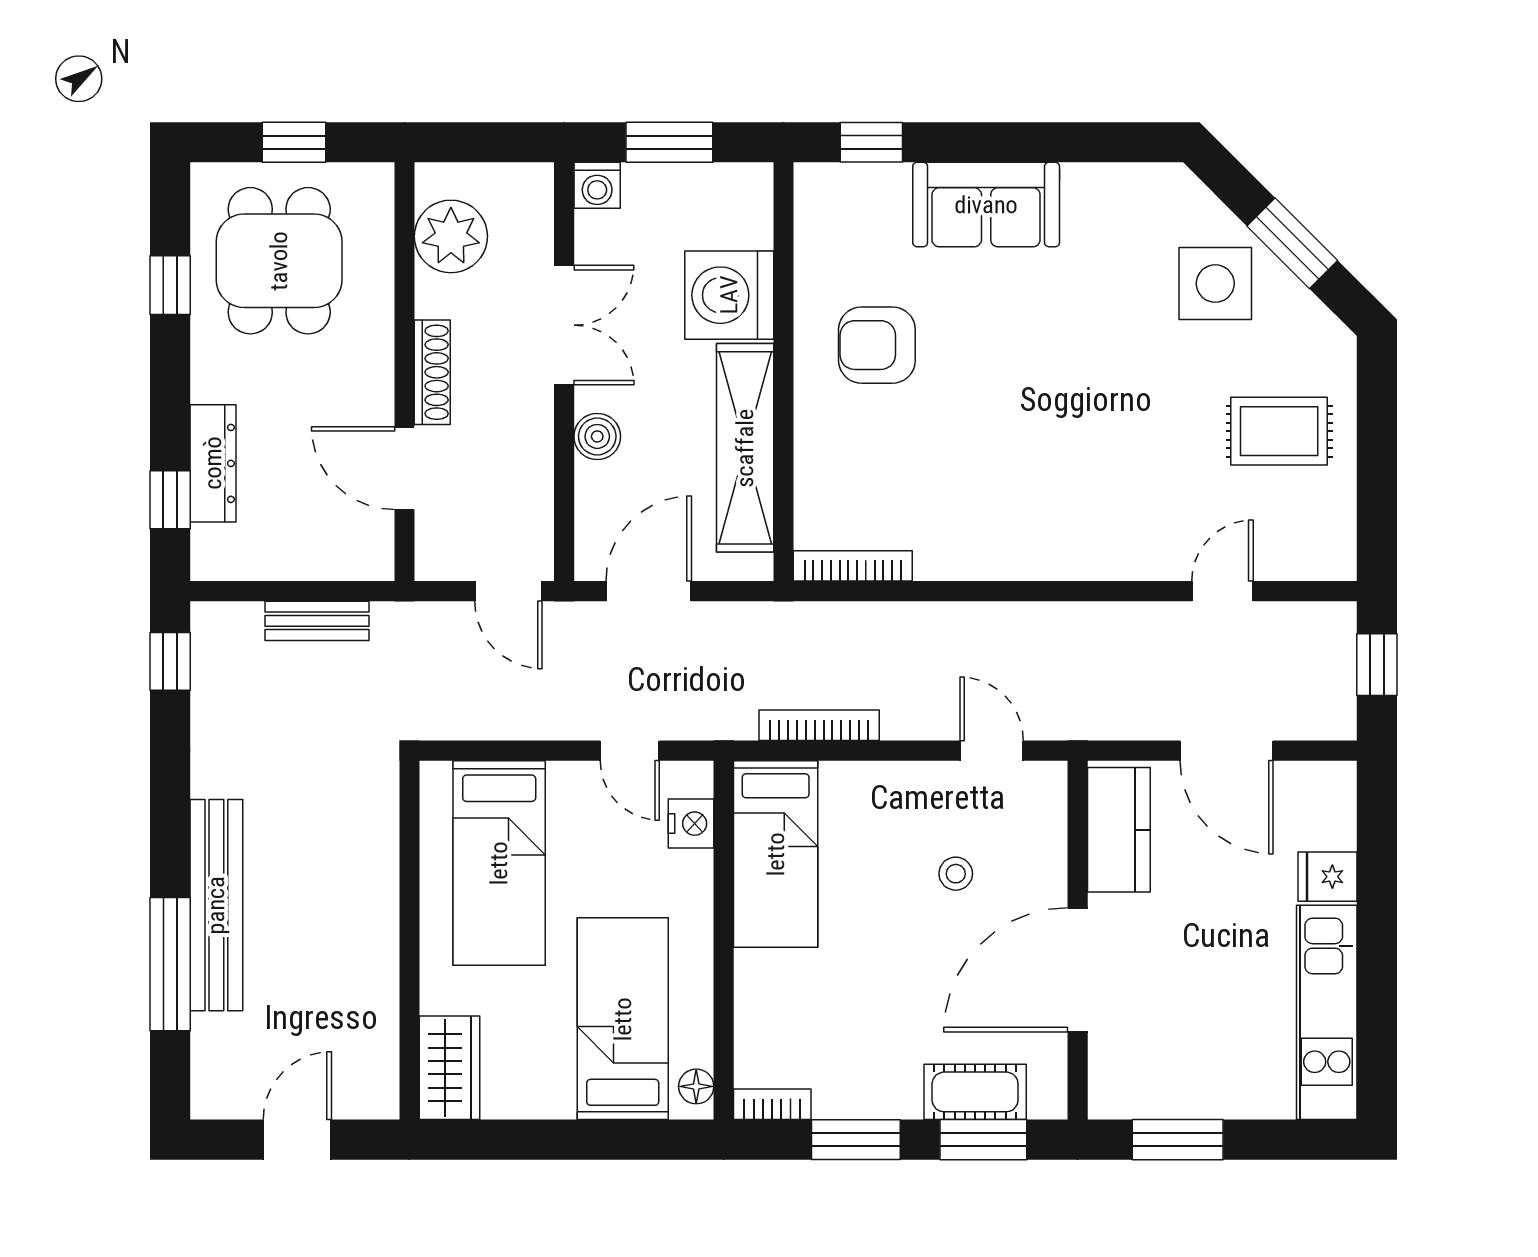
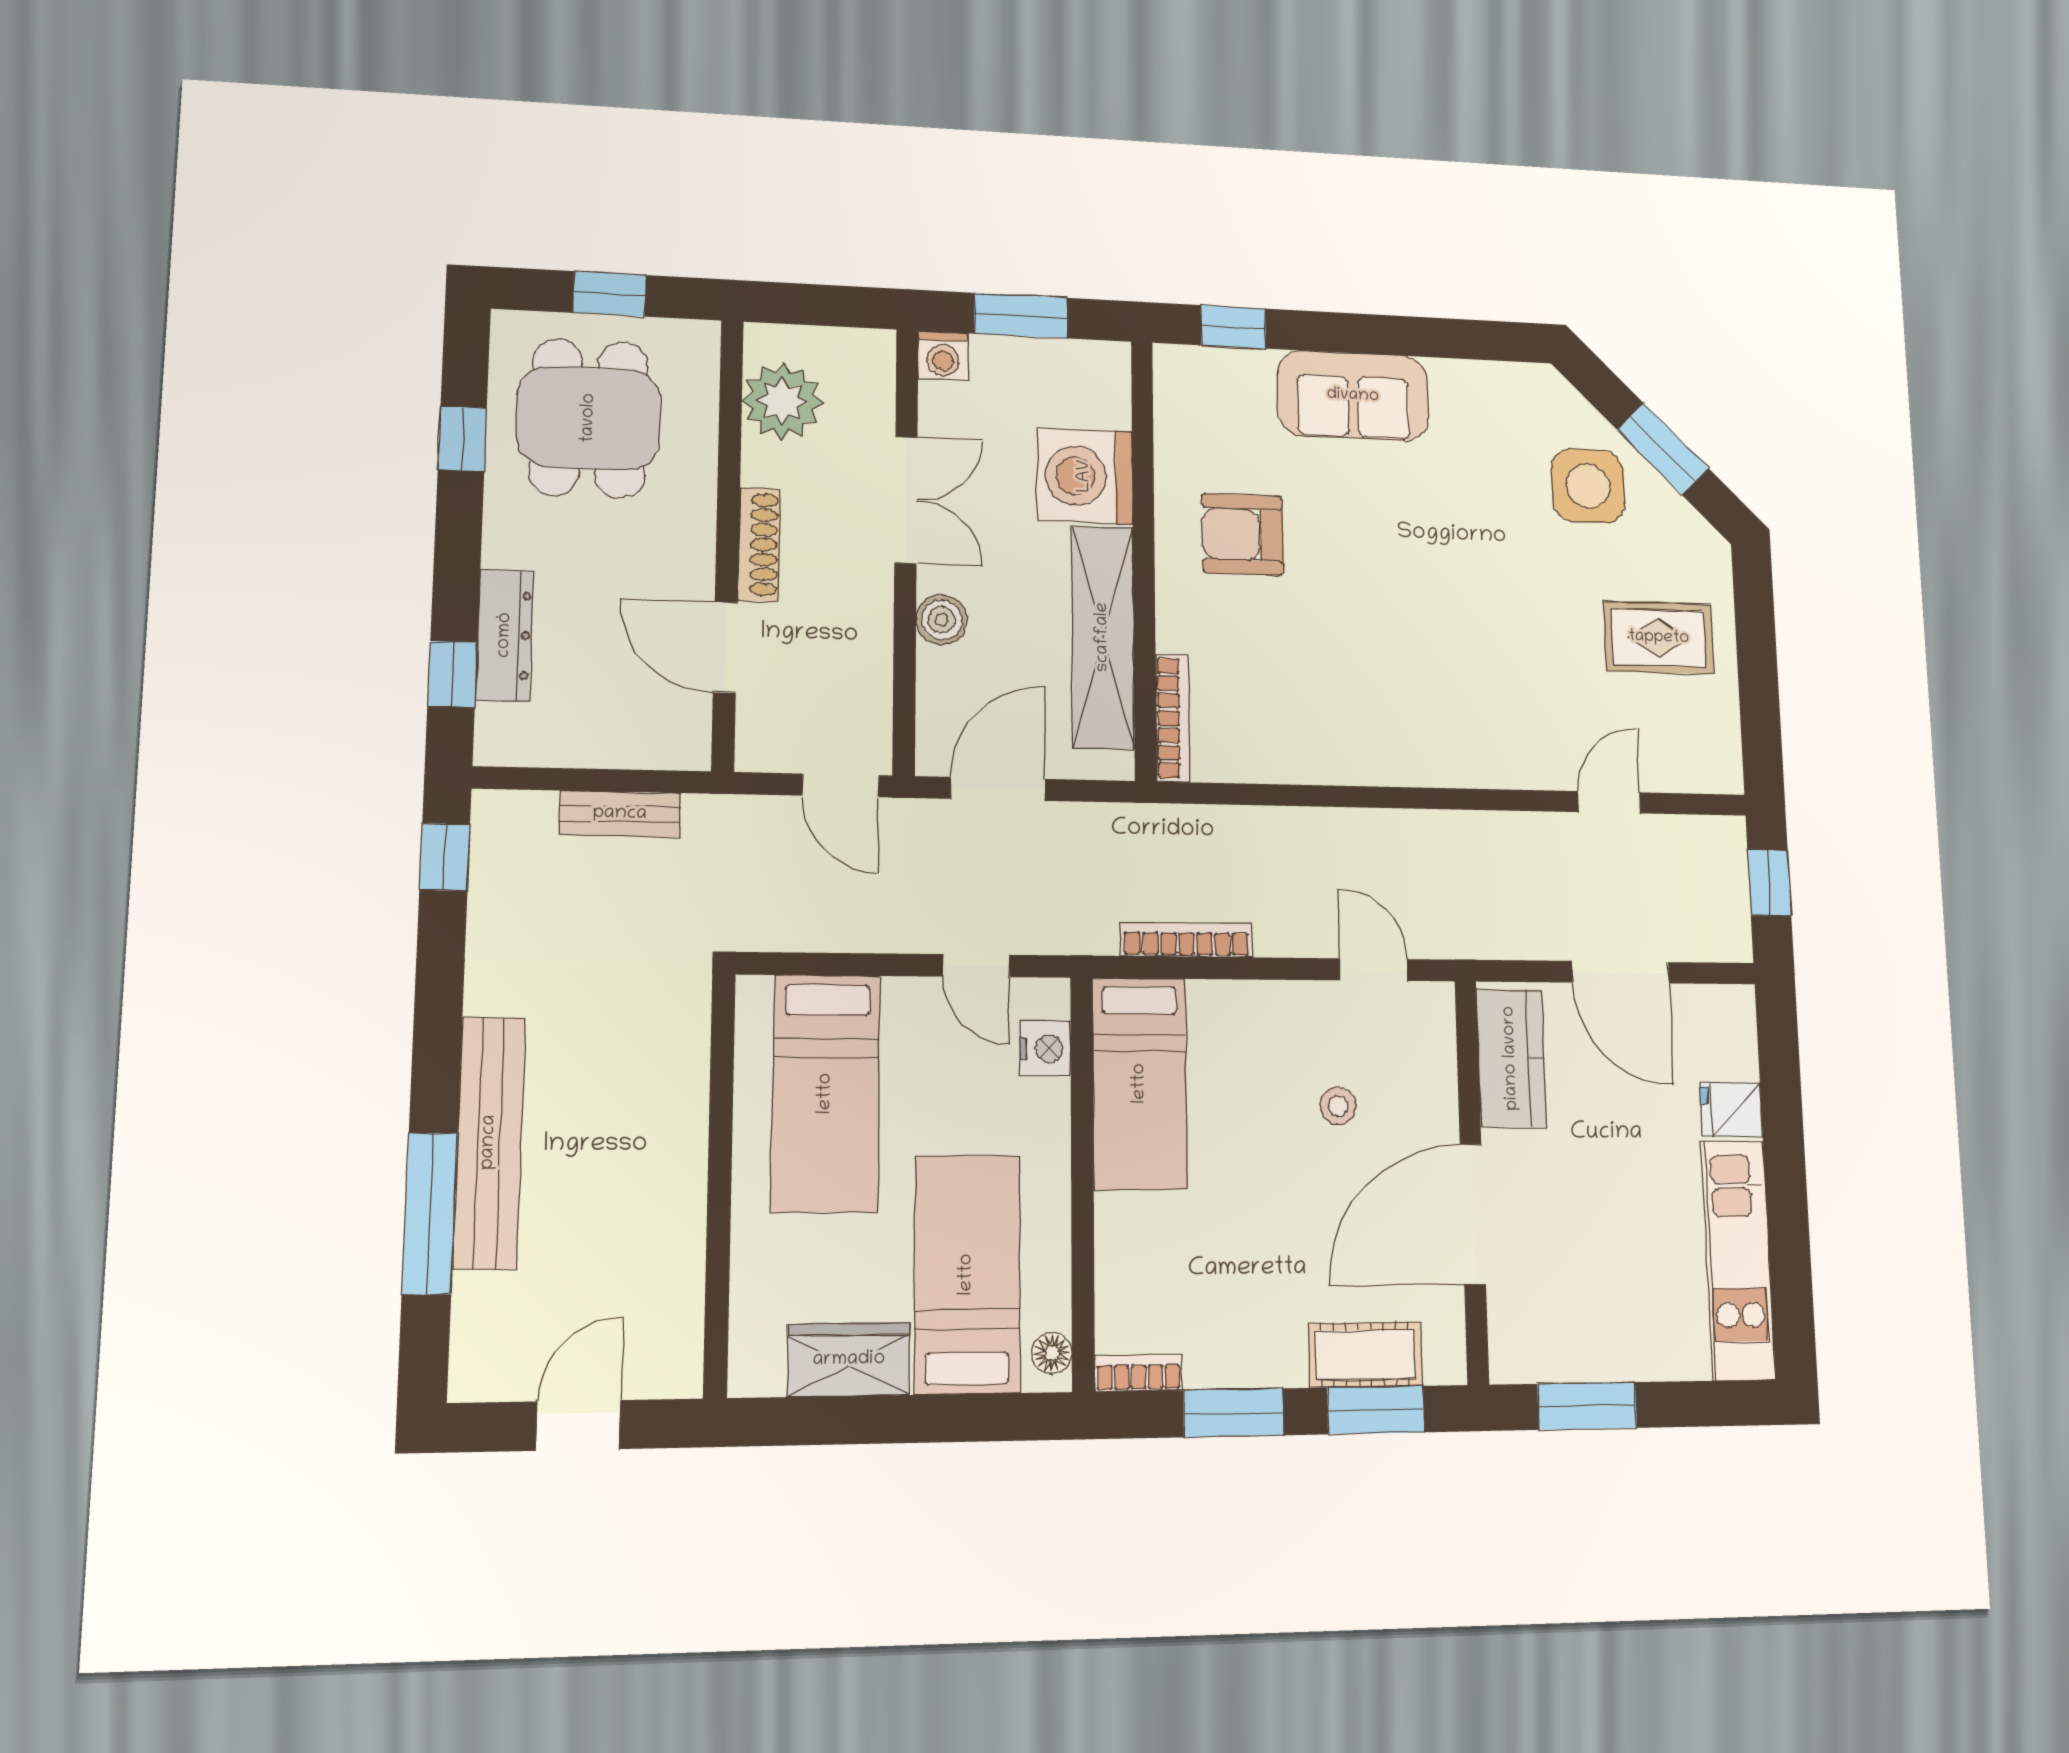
bookcase: (853, 566) -> (1172, 718), moved, turned 90
wardrobe: (450, 1068) -> (849, 1360), moved, turned -90

